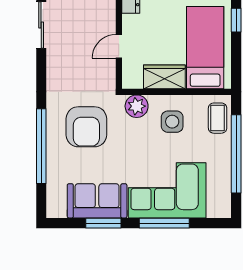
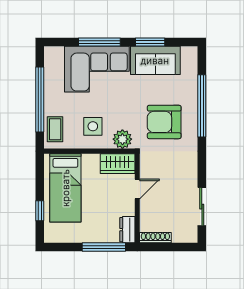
wardrobe: (164, 77) -> (118, 164), moved
armchair: (86, 127) -> (164, 122), turned -90

